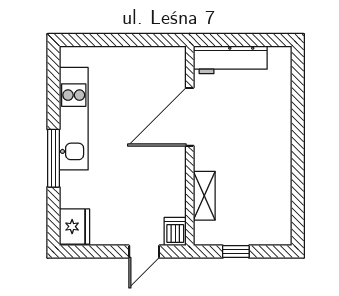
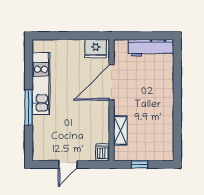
workbench: (230, 60) -> (151, 48), moved
fridge: (74, 227) -> (96, 49), moved, turned 90
door: (144, 252) -> (68, 164), moved

